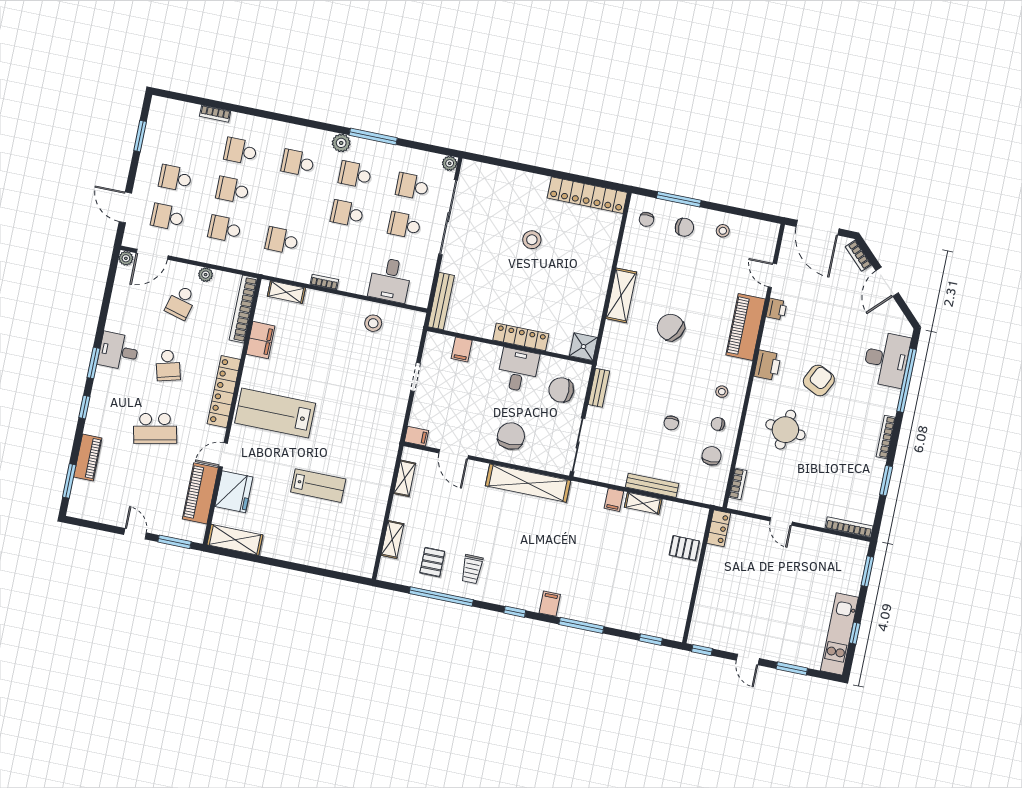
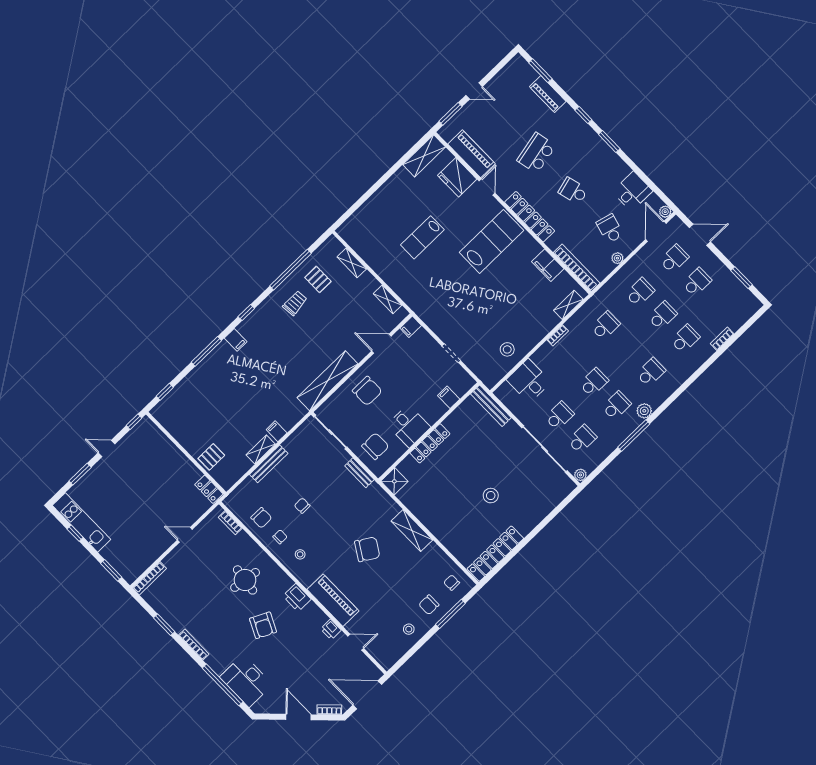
desk: (118, 351) -> (632, 191), moved
trolley: (472, 569) -> (295, 303), turned 85

